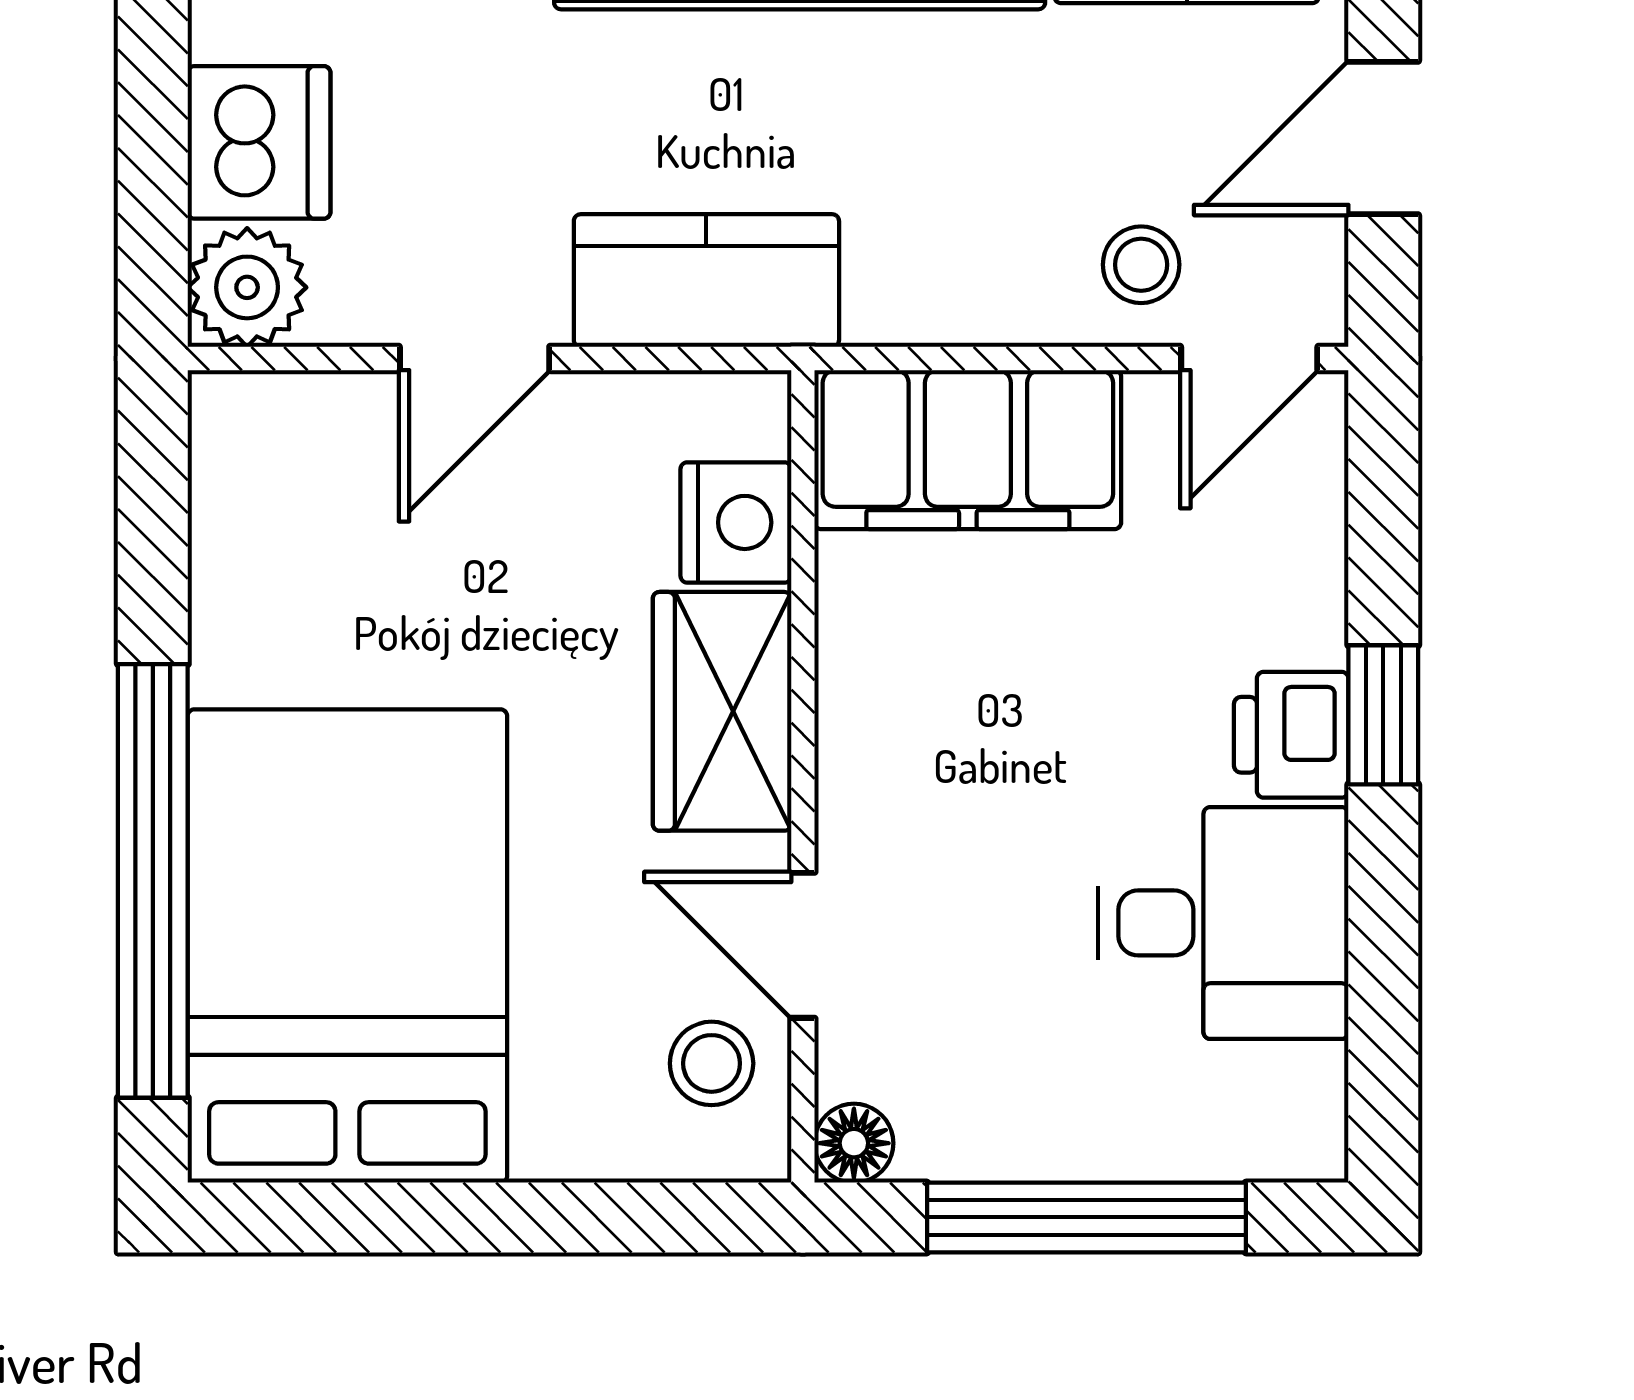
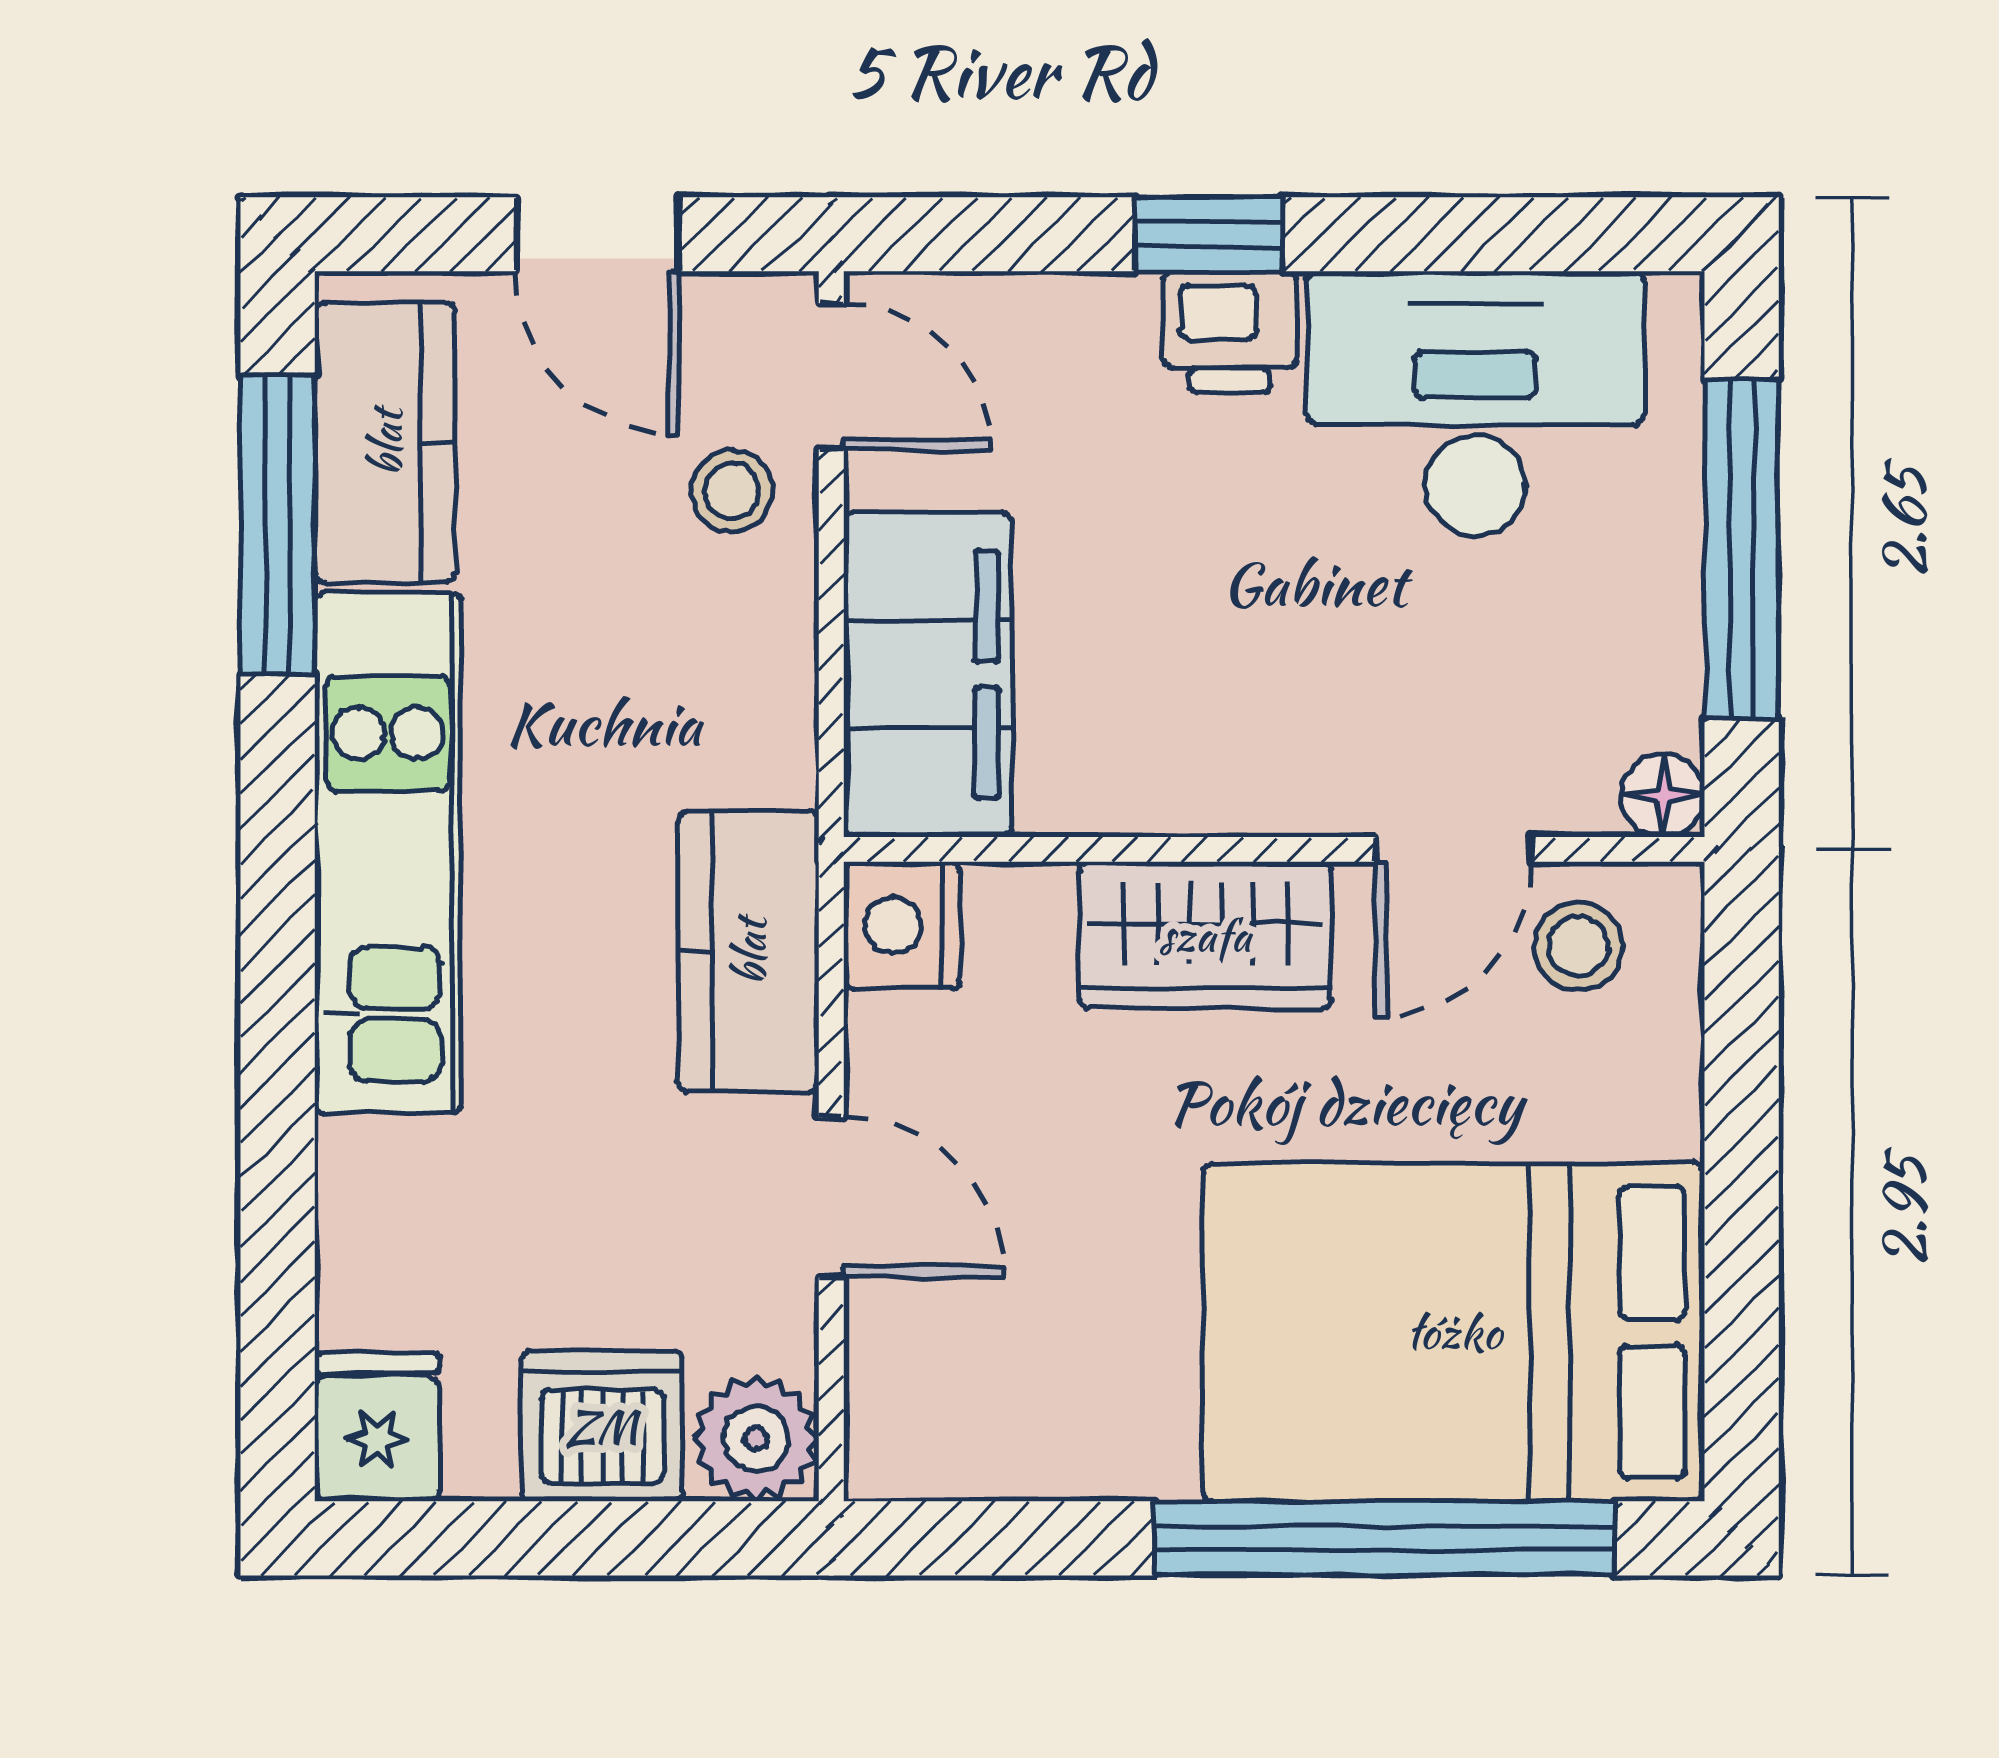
nightstand: (736, 522) -> (902, 926), moved, turned -90
desk: (1223, 923) -> (1475, 404), width x1.37

